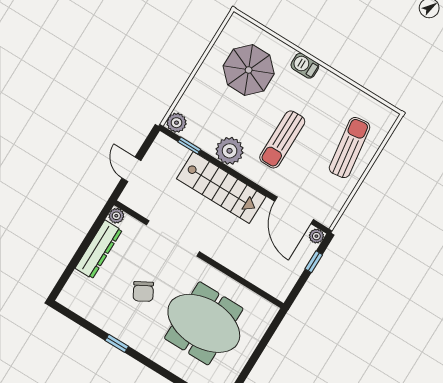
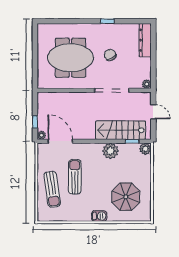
sun lounger: (282, 139) -> (75, 177), moved
stairs: (221, 188) -> (120, 130), moved
dresser: (99, 249) -> (145, 40), moved

